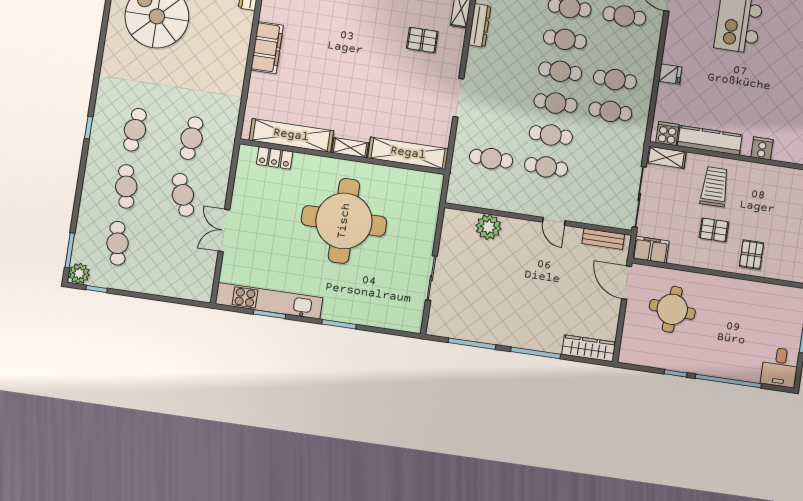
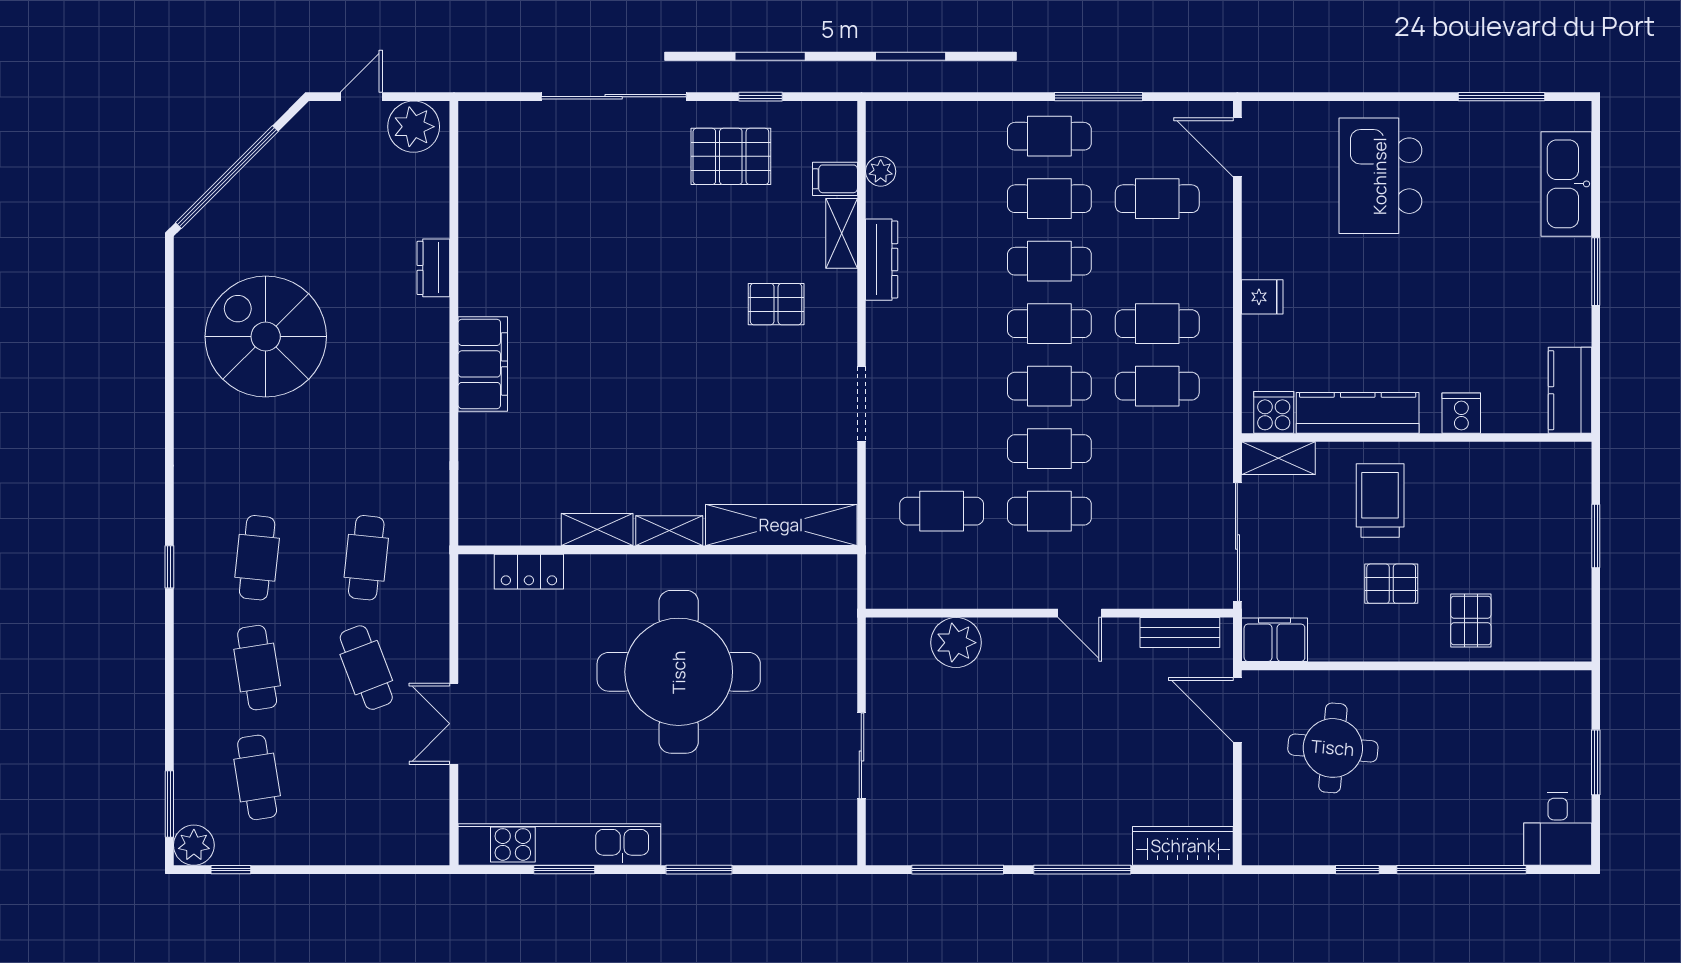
shelving: (291, 135) -> (597, 530), width x0.45, depth x0.75

